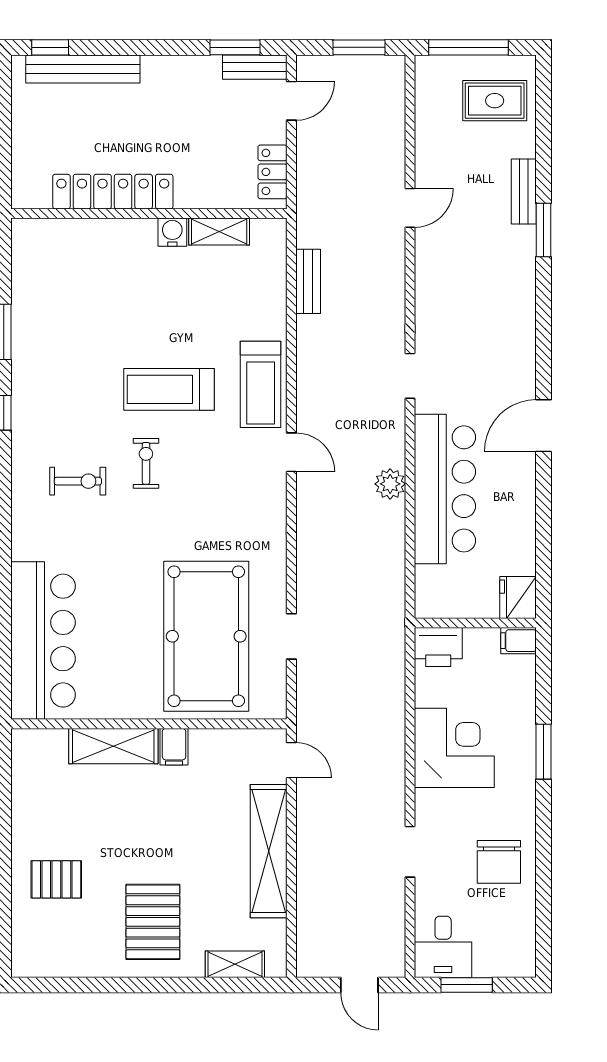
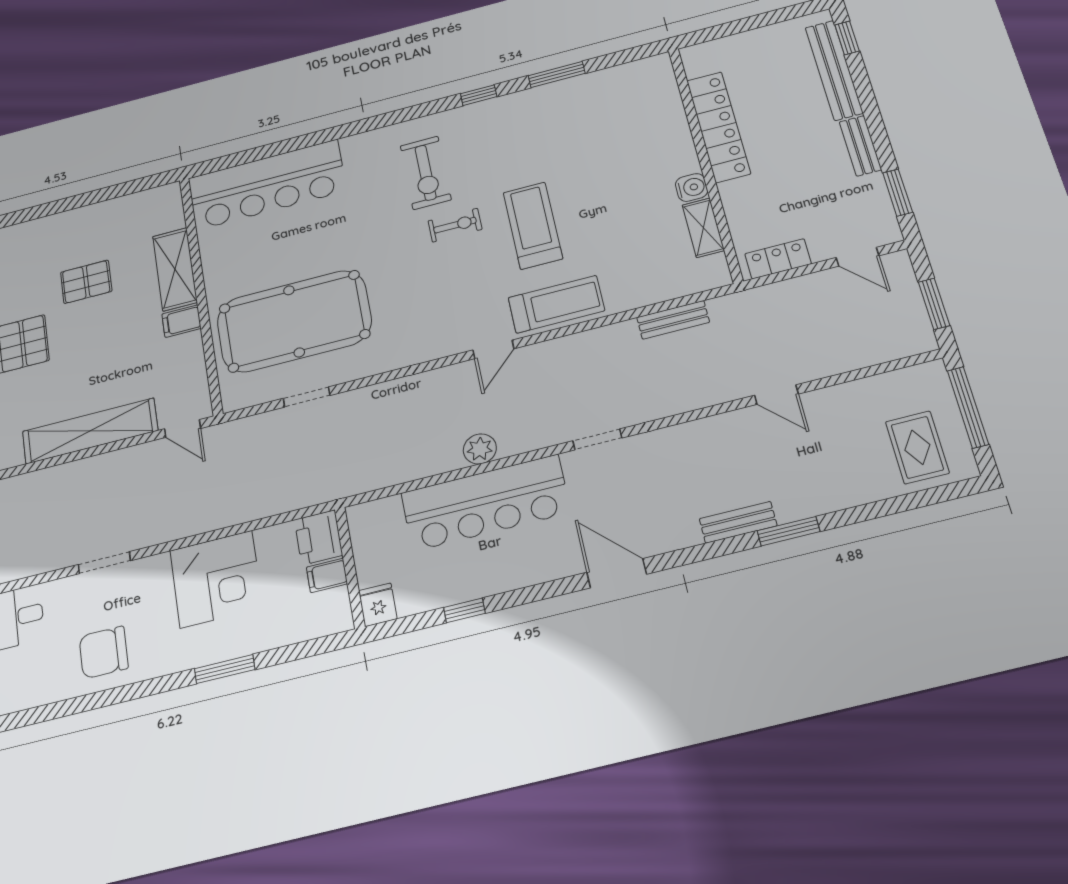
bench: (255, 67) -> (860, 146), moved
bench: (524, 192) -> (738, 522), moved
treadmill: (261, 384) -> (556, 304), turned 180
door: (544, 426) -> (617, 573), moved
exercise bike: (78, 481) -> (426, 173), width x1.38, depth x1.39
window: (544, 527) -> (464, 610), added
fridge: (518, 597) -> (378, 605), width x0.72
filing cabinet: (519, 641) -> (327, 575), moved, turned -90
door: (291, 760) -> (183, 429), hinge flipped
pallet: (56, 879) -> (86, 282), moved, turned 90

